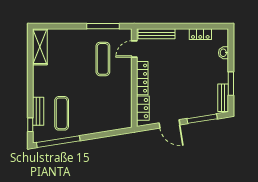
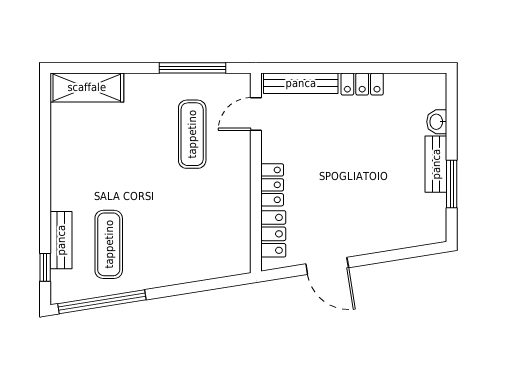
locker: (200, 34) -> (362, 84), moved
shelving: (40, 47) -> (87, 87), moved, turned 90
locker: (142, 78) -> (272, 185), width x0.66
bench: (223, 98) -> (436, 164), moved
window: (202, 119) -> (393, 255), removed

